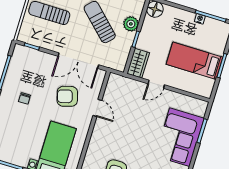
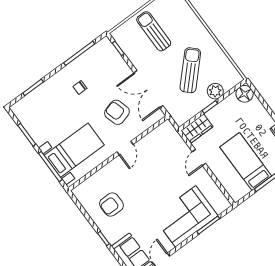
door: (156, 84) -> (199, 158), hinge flipped
door: (97, 108) -> (125, 148), moved

